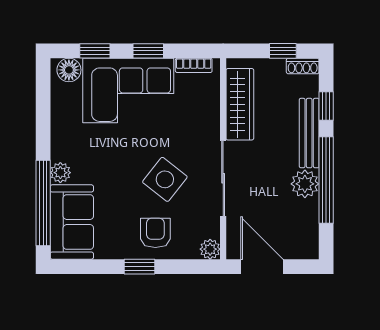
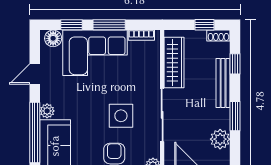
window: (148, 51) -> (109, 25), width x1.50
door: (43, 120) -> (35, 74), added
side table: (165, 179) -> (121, 116), turned -38
window: (326, 180) -> (235, 116), width x0.47
plant: (305, 184) -> (220, 139), moved

